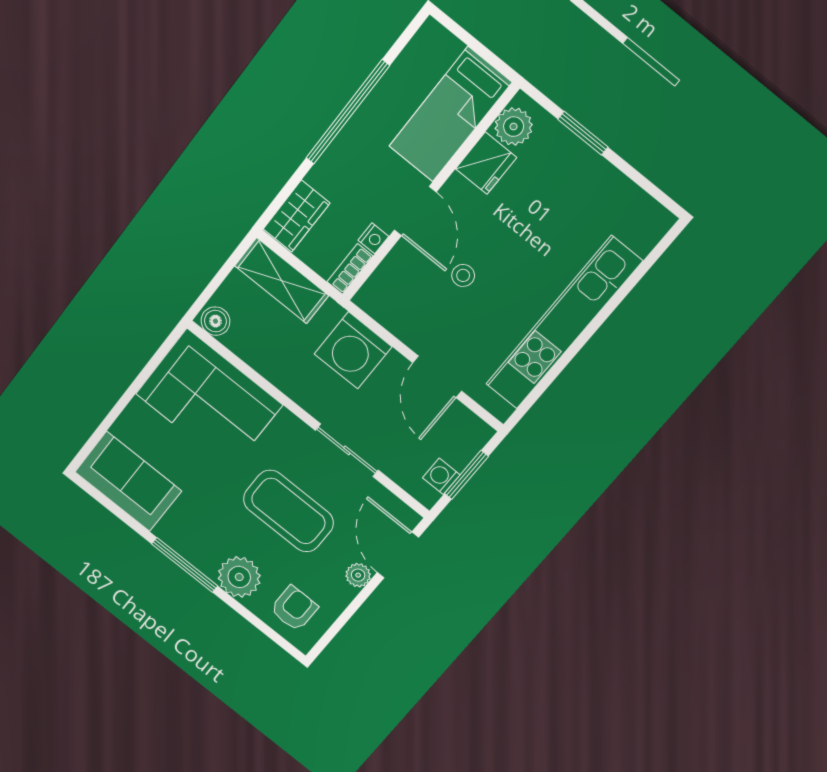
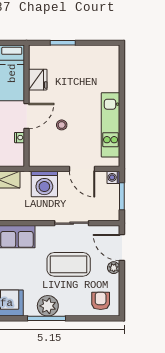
plant: (514, 127) -> (37, 60), removed
door: (415, 211) -> (27, 116), hinge flipped
bookcase: (350, 269) -> (20, 155), removed
kitchen unit: (564, 323) -> (111, 125), width x0.73
washing machine: (441, 476) -> (113, 177), moved
plant: (239, 577) -> (48, 306), moved

